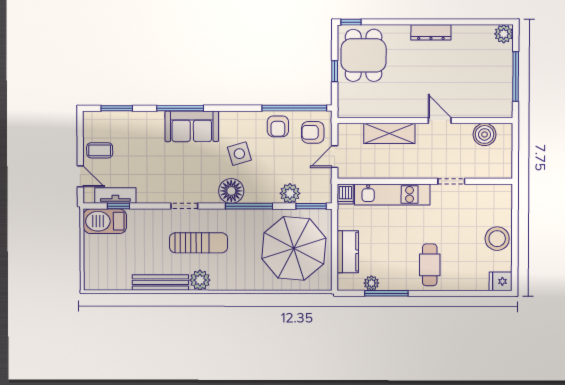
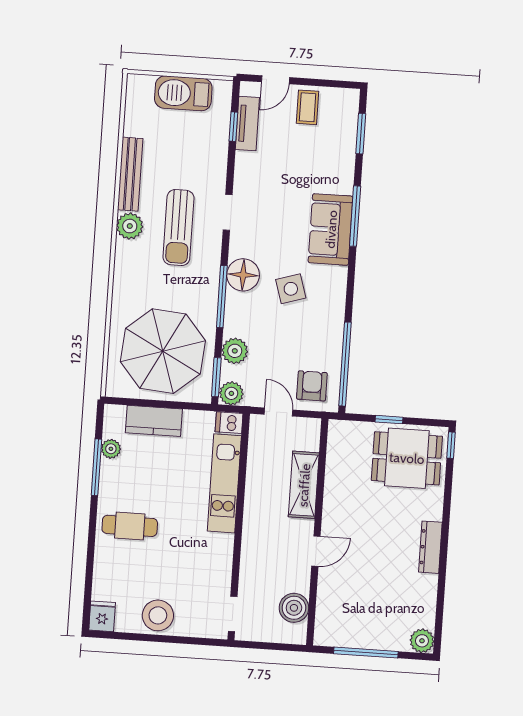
armchair: (278, 126) -> (323, 341), removed
doorway: (451, 181) -> (233, 614), moved
plant: (323, 194) -> (231, 393), added
barbecue: (105, 221) -> (183, 93), moved, turned -90

